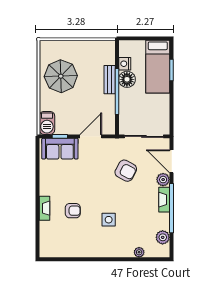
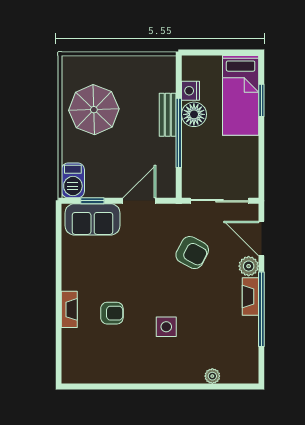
plant: (163, 237) -> (248, 353), removed

